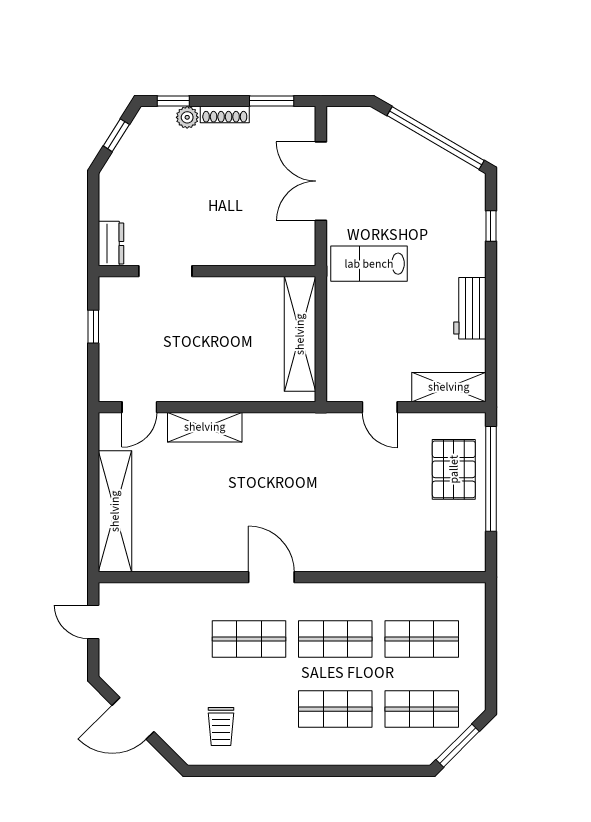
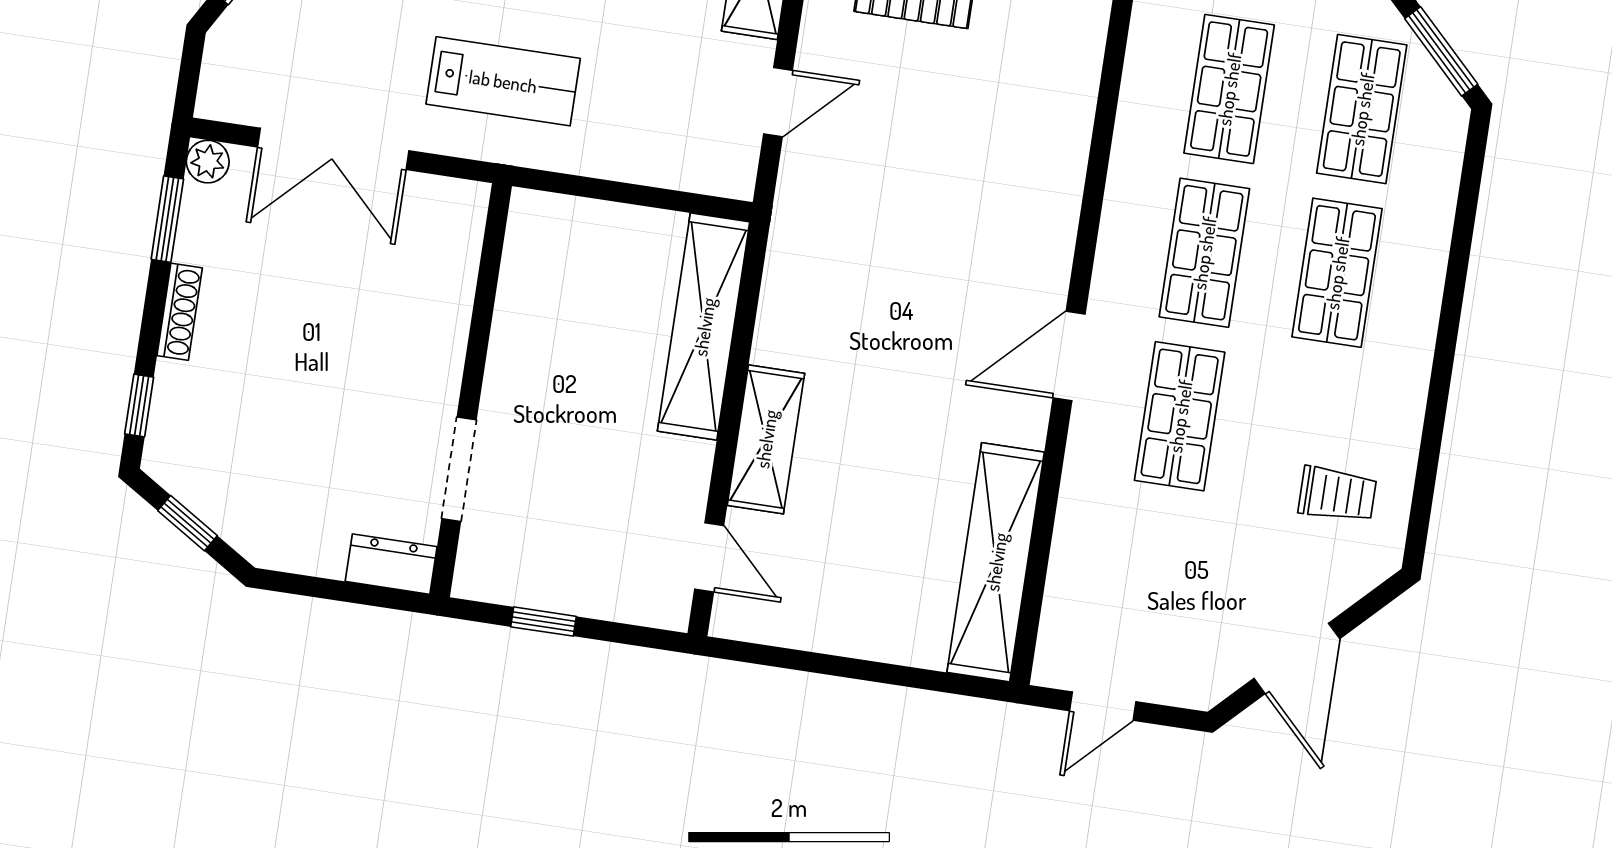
plant: (187, 117) -> (208, 162), moved
lab bench: (369, 264) -> (503, 81), turned -90
shelving: (300, 334) -> (704, 327), moved, turned 90
shelving: (115, 511) -> (996, 562), moved, turned 90

